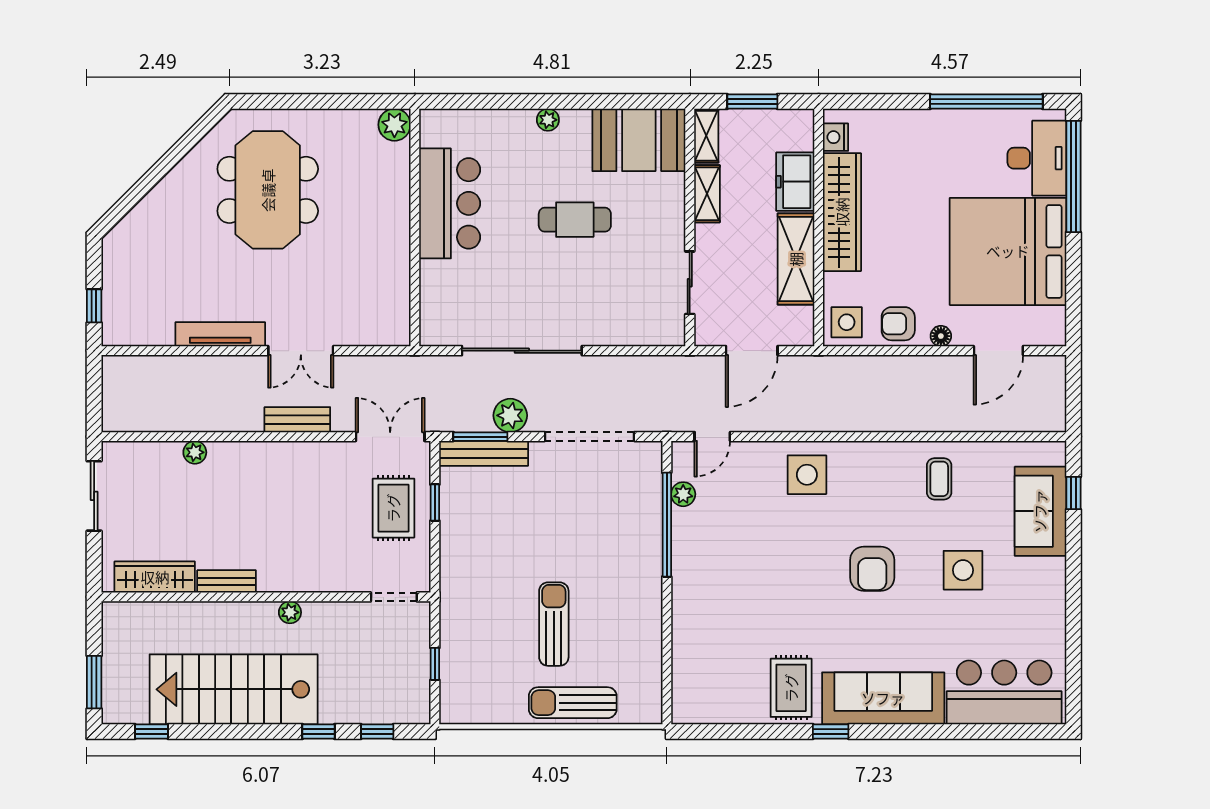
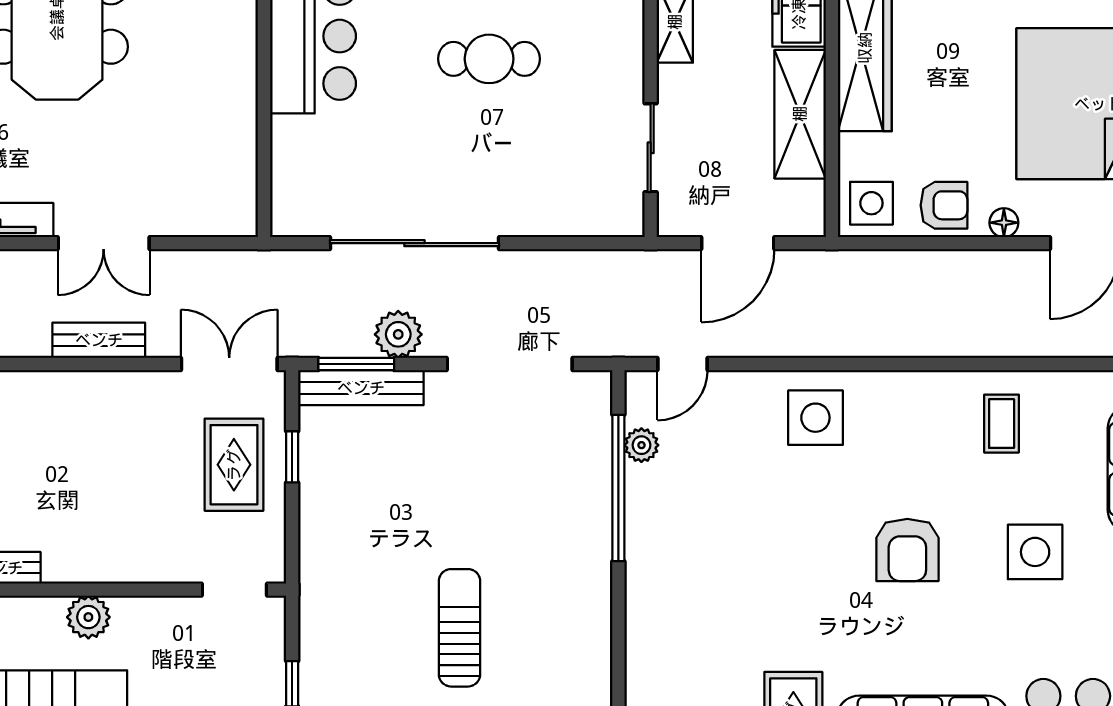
armchair: (898, 324) -> (944, 205), turned 180
plant: (290, 612) -> (88, 617), width x1.38, depth x1.38

